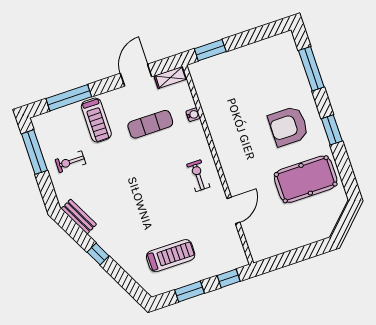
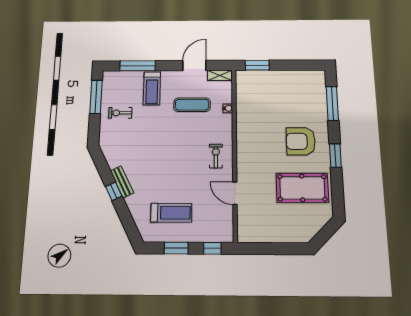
door: (233, 210) -> (235, 193), swing flipped
bench: (79, 216) -> (122, 182), moved

